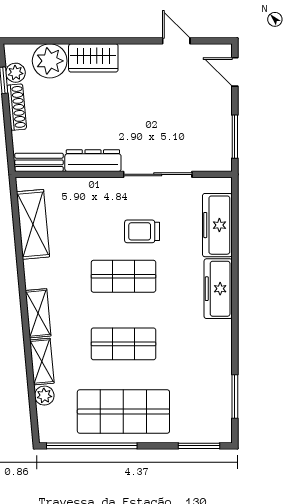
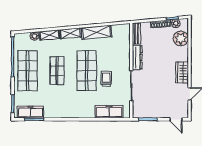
wardrobe: (93, 58) -> (182, 72), moved
door: (235, 72) -> (176, 119), swing flipped
shelving: (33, 224) -> (97, 32), moved
shop shelf: (123, 276) -> (87, 71), width x1.43, depth x1.36
freezer: (218, 289) -> (30, 112), moved

